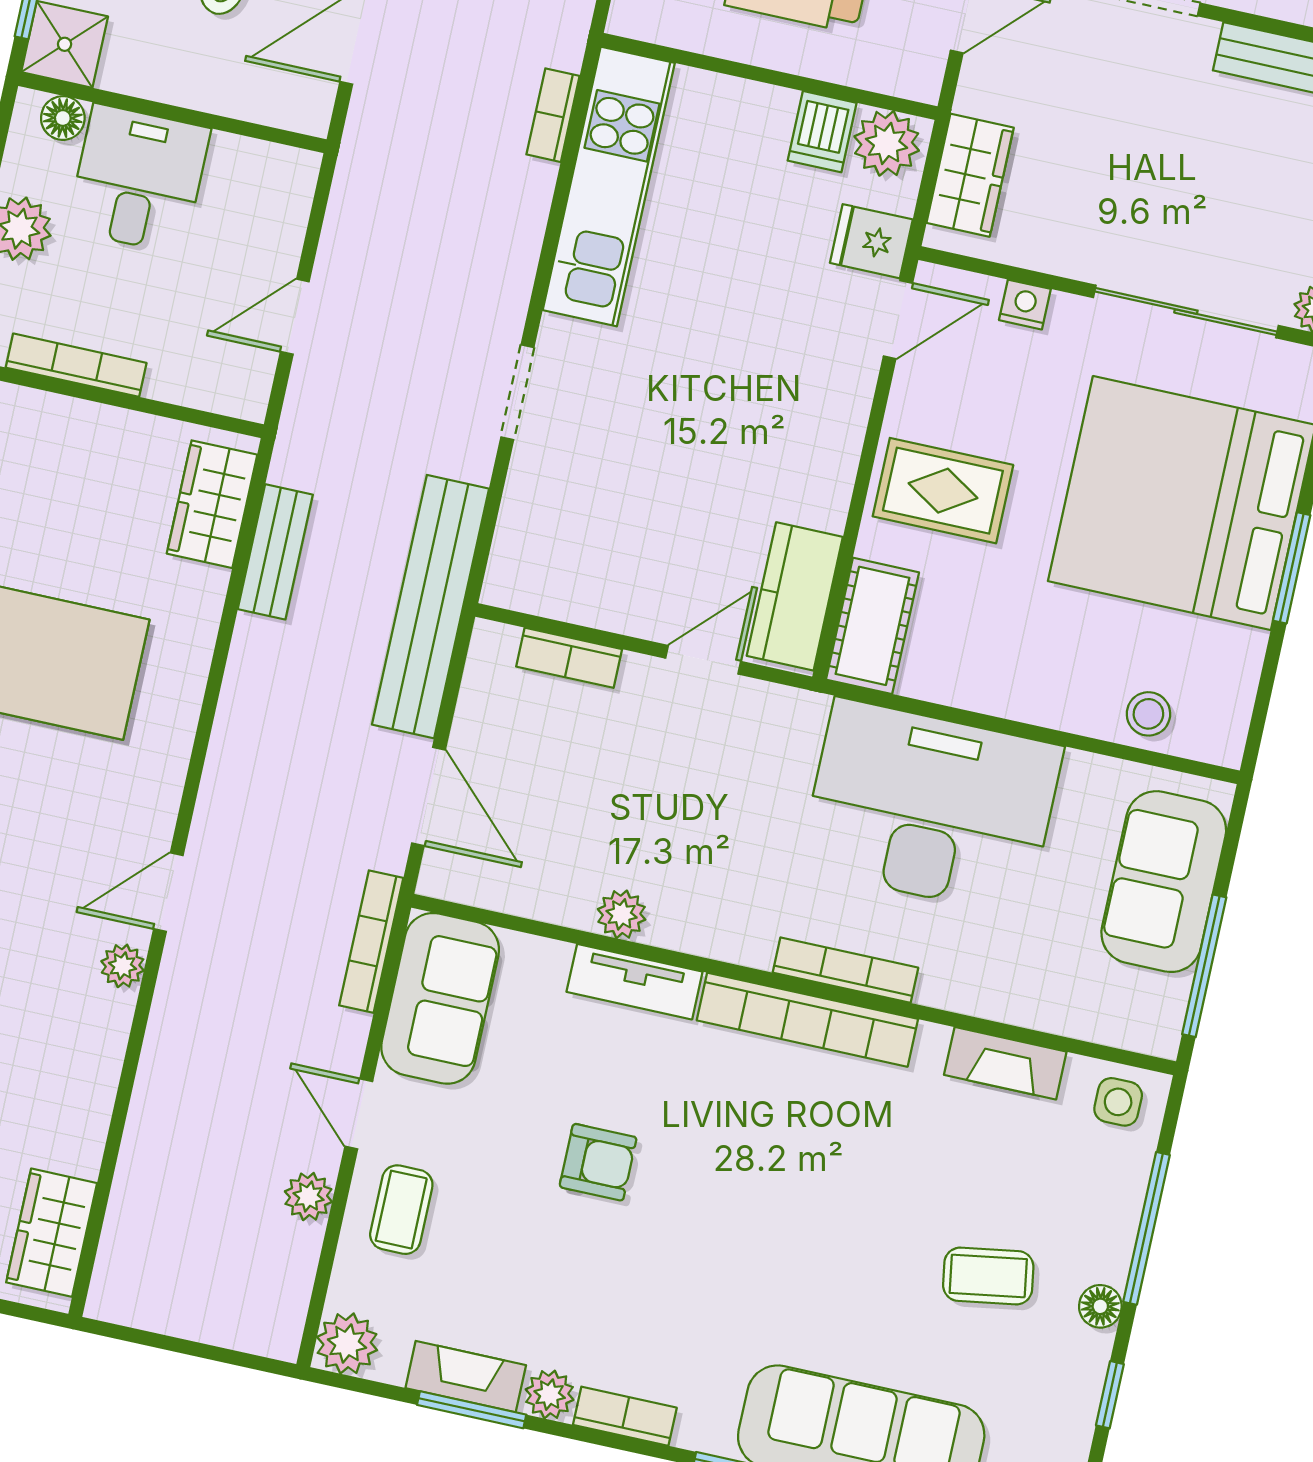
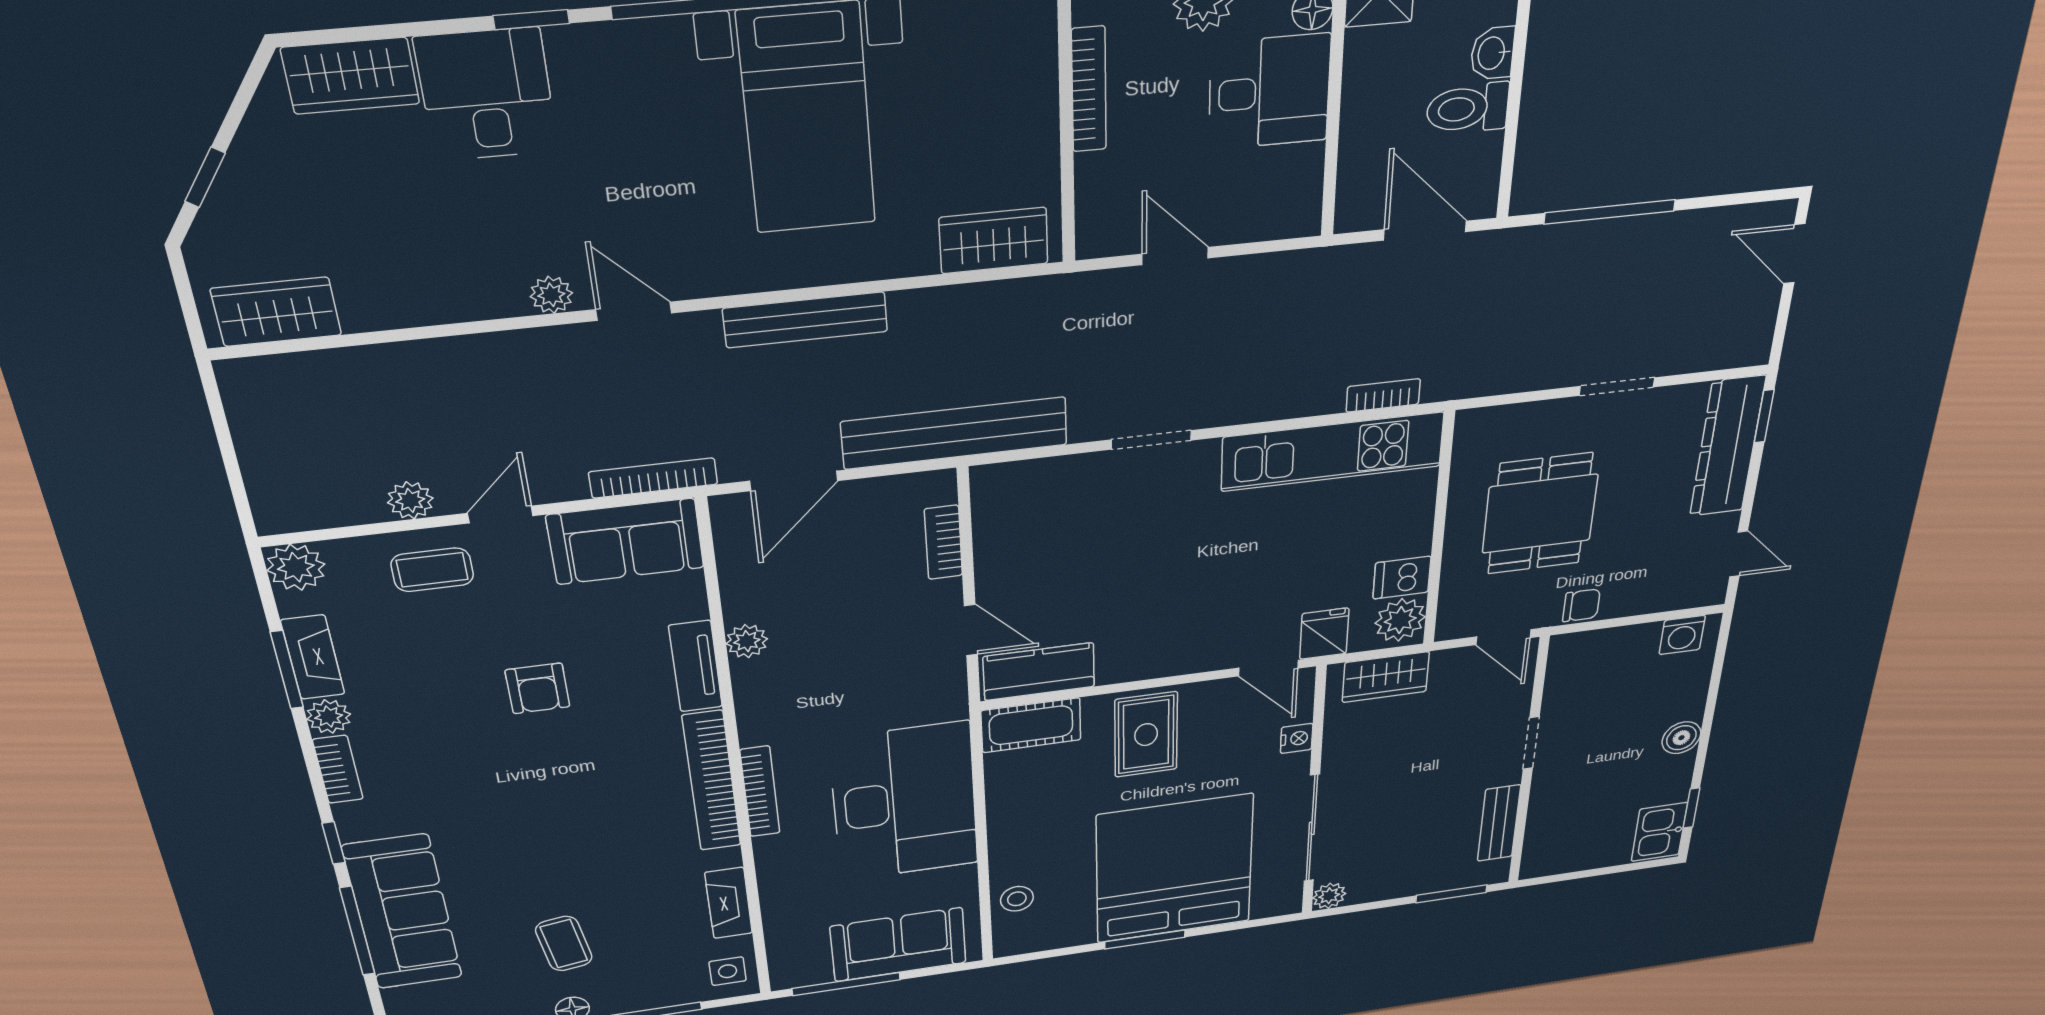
bench: (275, 552) -> (805, 320), moved, width x1.36

